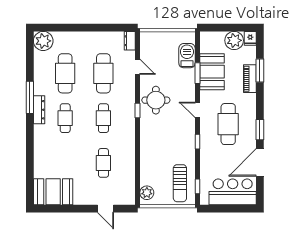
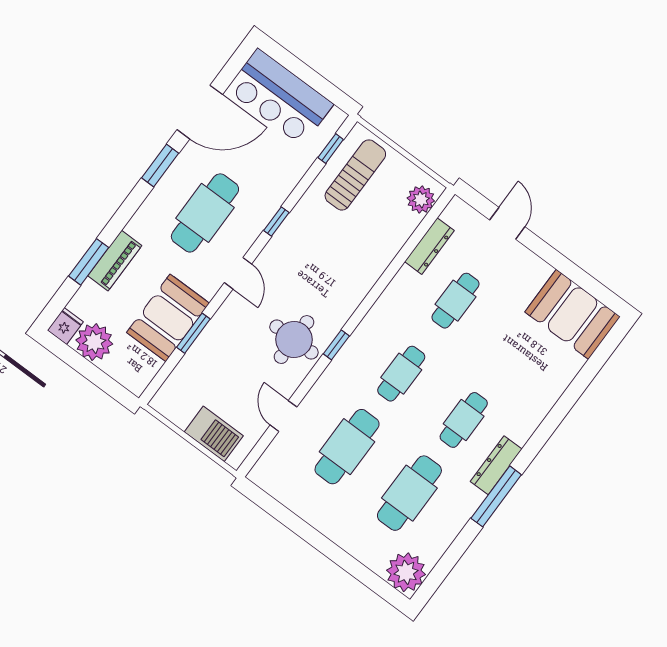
dresser: (130, 41) -> (429, 246), moved, width x1.44
barbecue: (187, 56) -> (214, 434), moved, turned -90

